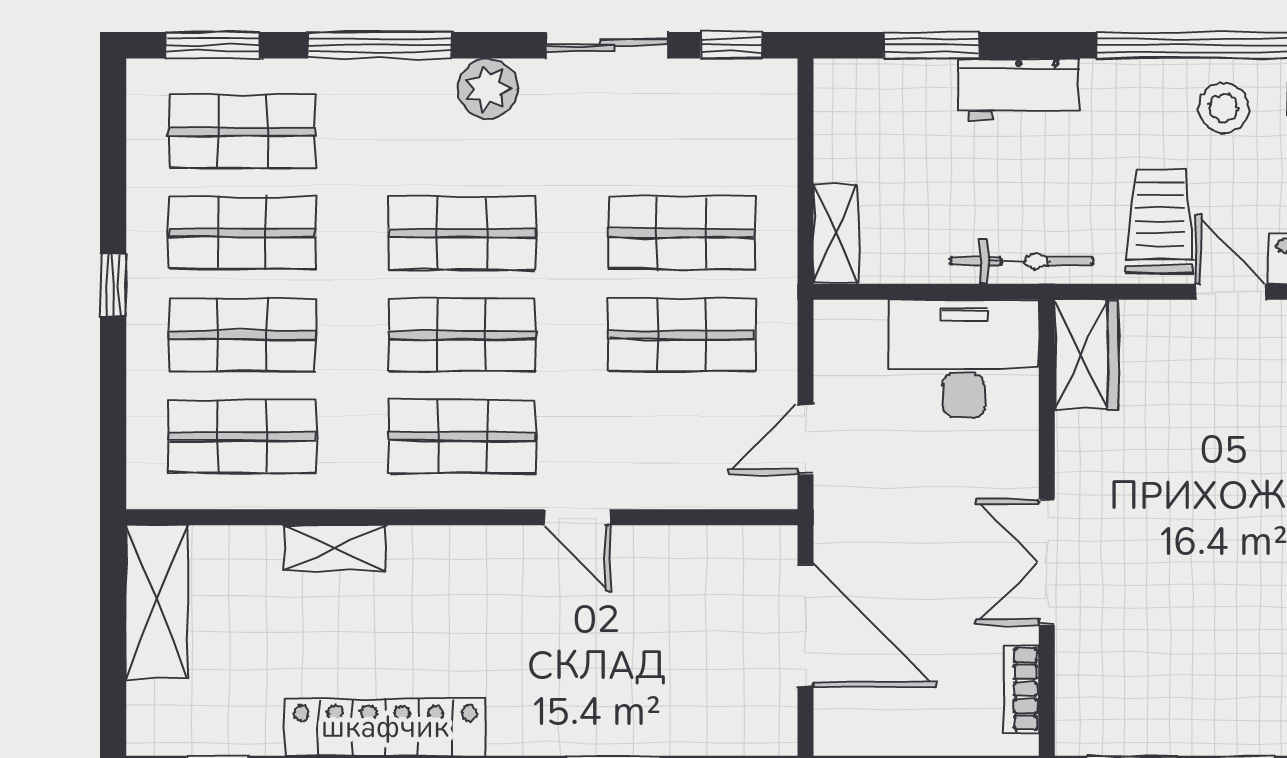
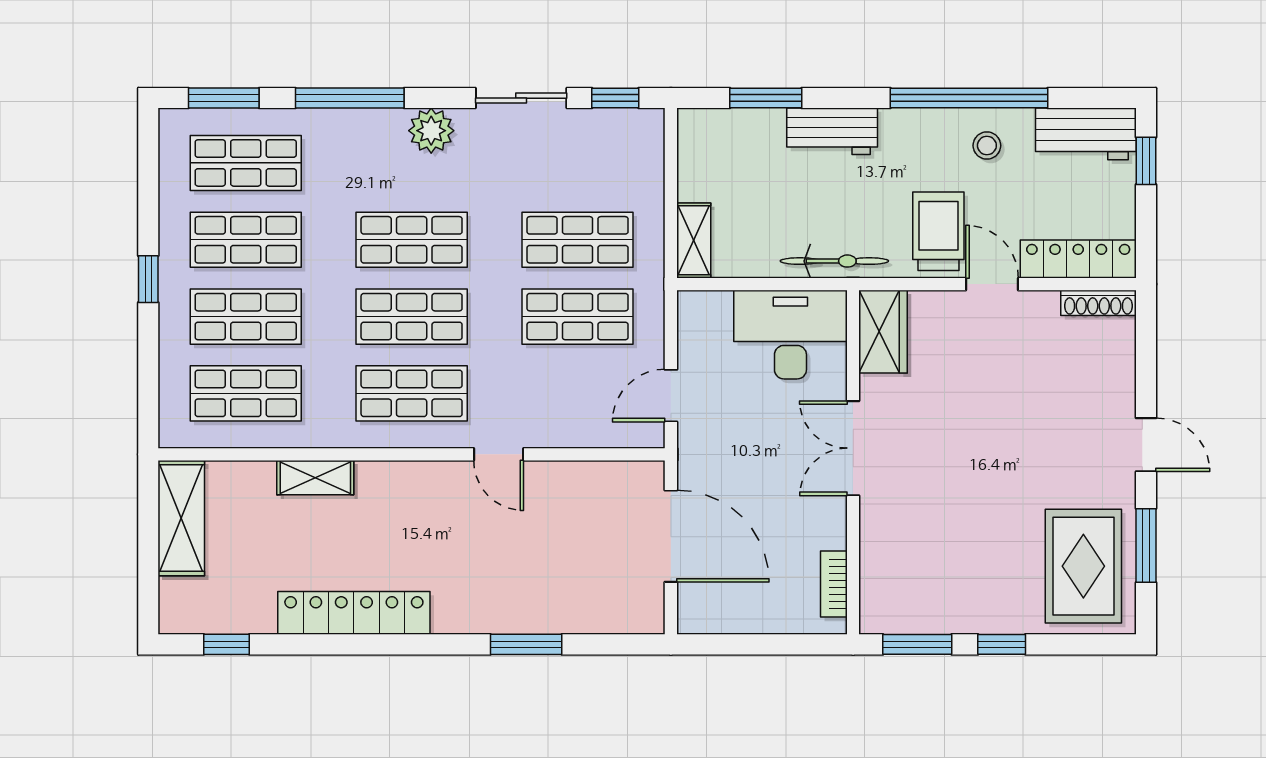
stool: (1224, 108) -> (987, 146), width x0.73, depth x0.73
double door: (1047, 562) -> (853, 448), moved

